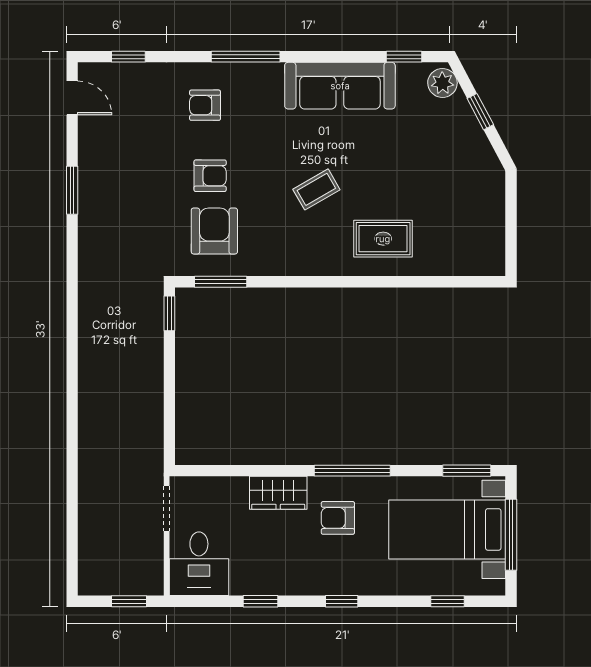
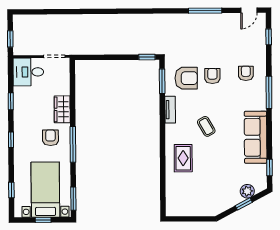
plant: (442, 83) -> (247, 191), moved
armchair: (210, 176) -> (212, 76), turned 180
window: (72, 190) -> (205, 11), width x1.44
tv unit: (280, 265) -> (170, 110), added
window: (511, 535) -> (43, 220), width x0.46

